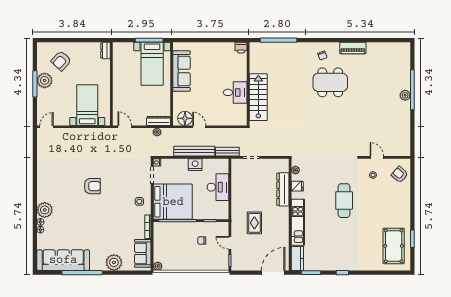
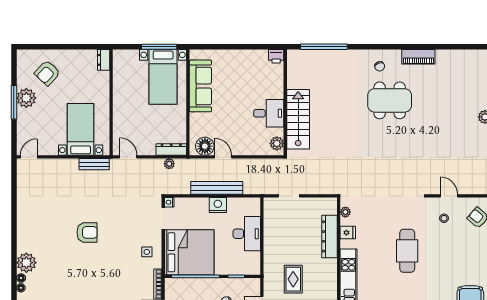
plant: (242, 116) -> (277, 143), added
bench: (227, 152) -> (94, 164), moved

